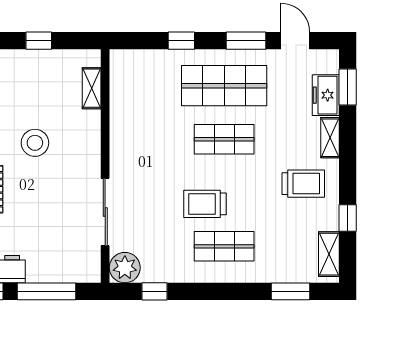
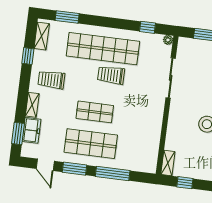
window: (39, 41) -> (185, 183), moved
window: (181, 41) -> (113, 173), width x2.17
shelving: (92, 88) -> (168, 163), moved
trolley: (205, 204) -> (111, 75), turned 180
shop shelf: (224, 246) -> (103, 49), width x2.00, depth x1.36
plant: (125, 268) -> (168, 40), width x0.53, depth x0.53

